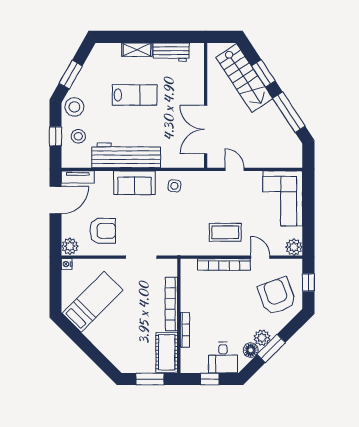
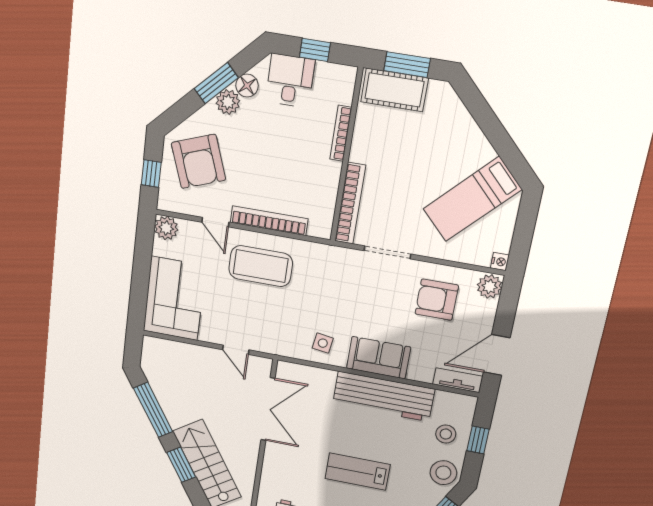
coffee table: (225, 232) -> (261, 266), width x1.36, depth x1.32
bookcase: (171, 304) -> (350, 203), moved
cot: (167, 352) -> (394, 90), moved, turned 90

